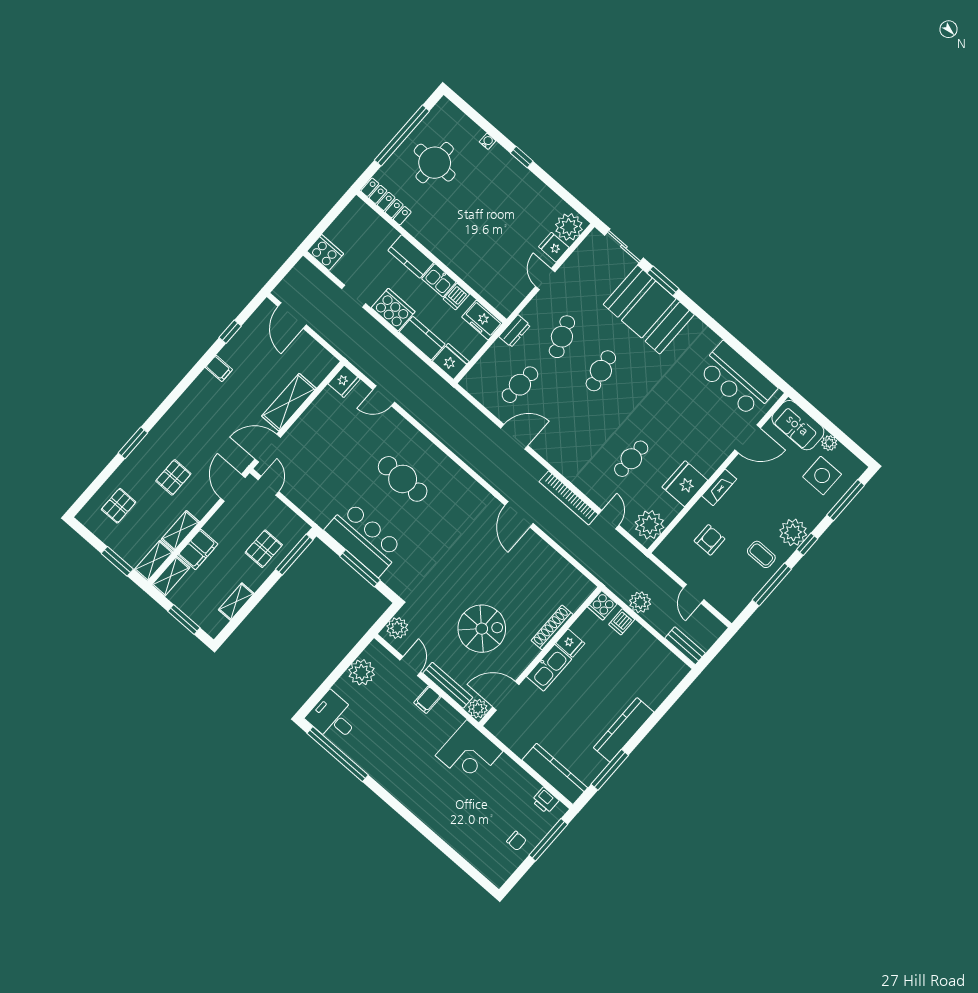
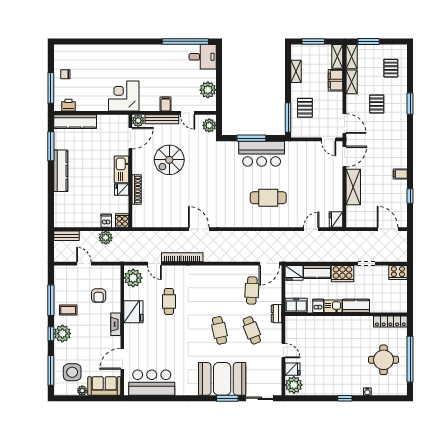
door: (514, 437) -> (269, 264), moved

